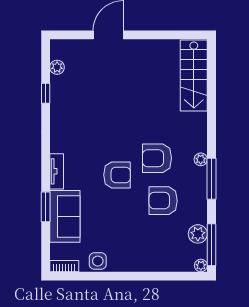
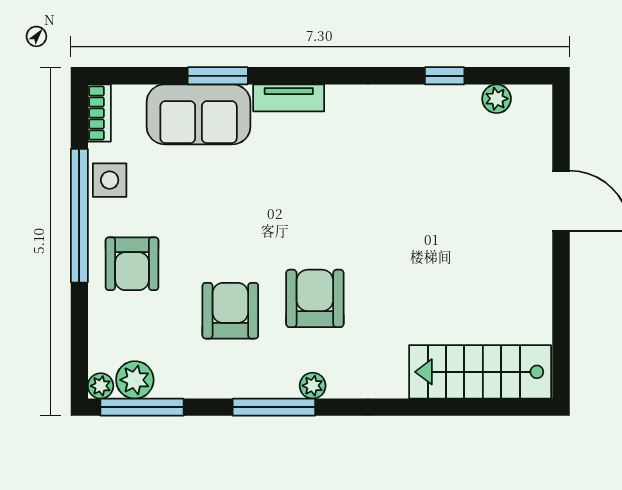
armchair: (117, 175) -> (132, 264), moved
plant: (198, 234) -> (135, 380), moved
window: (116, 276) -> (79, 216), added

